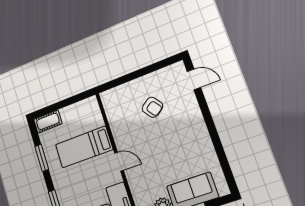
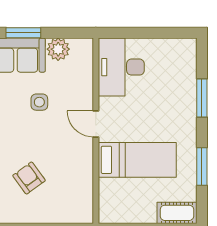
side table: (163, 163) -> (39, 102), added

